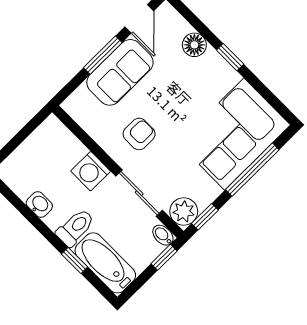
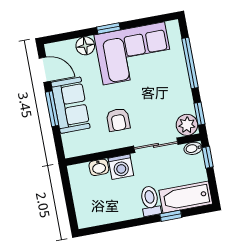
armchair: (139, 134) -> (118, 120), turned 180
corner sofa: (234, 134) -> (134, 53), moved, turned -90
washbasin: (39, 204) -> (99, 167), moved, turned 180

